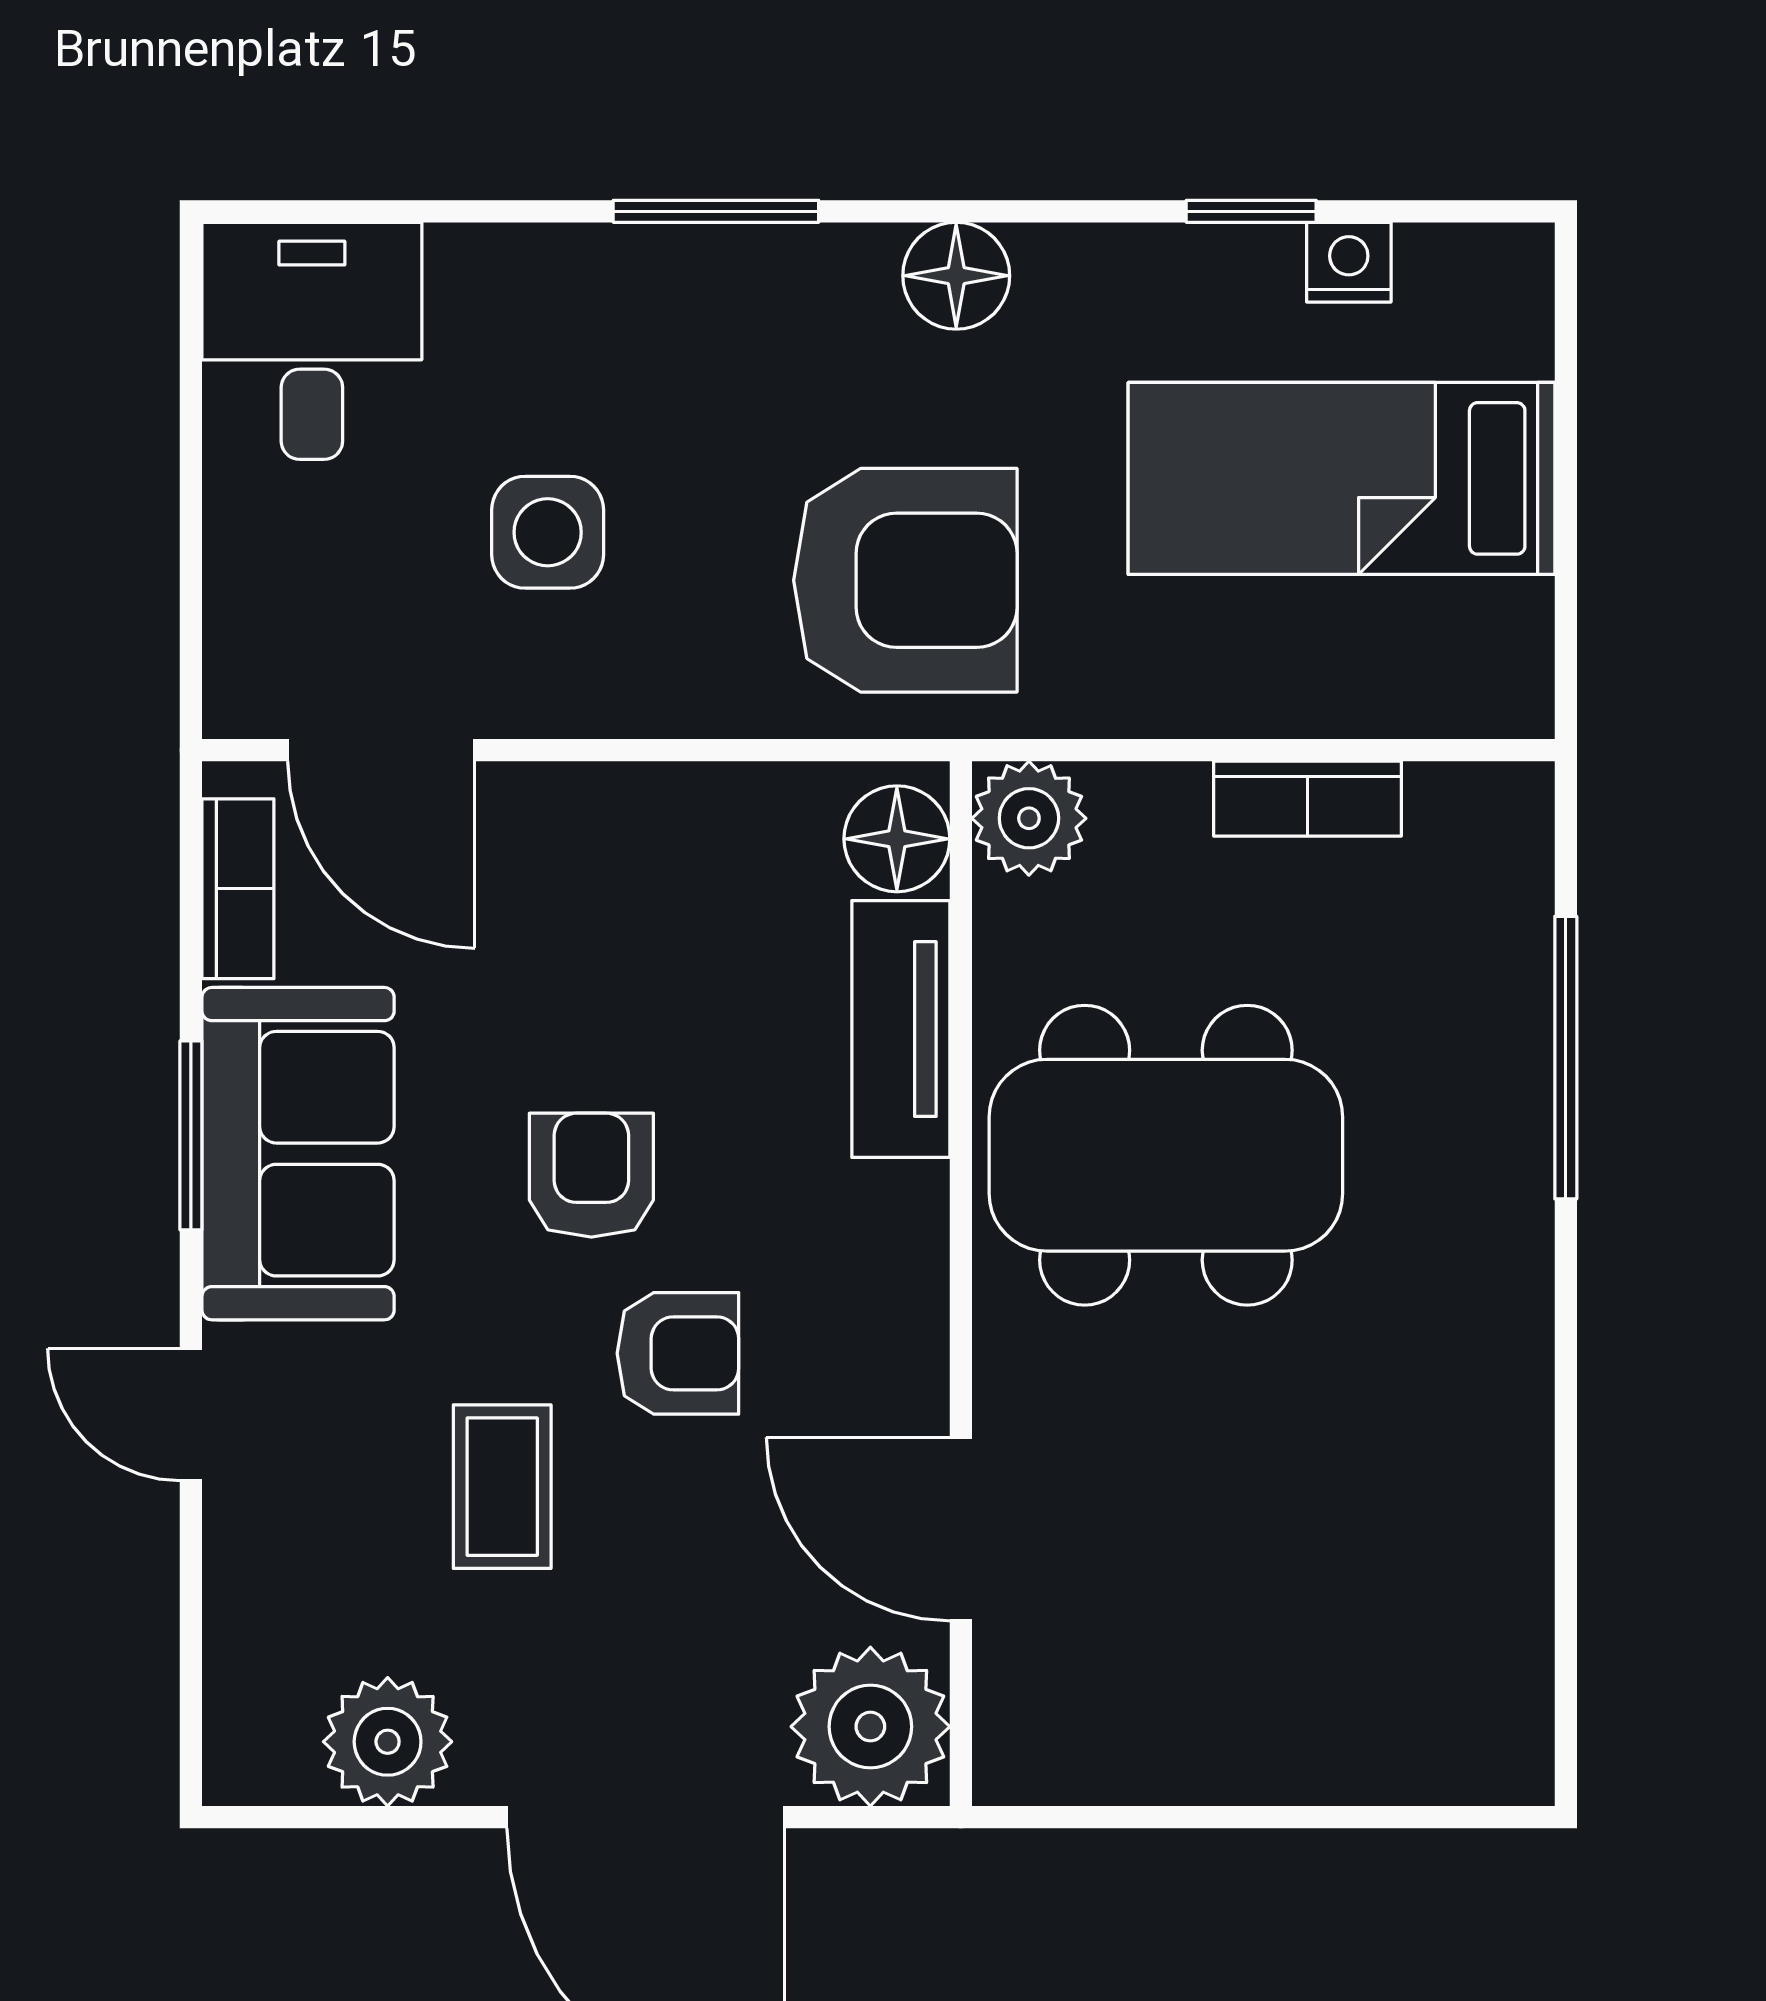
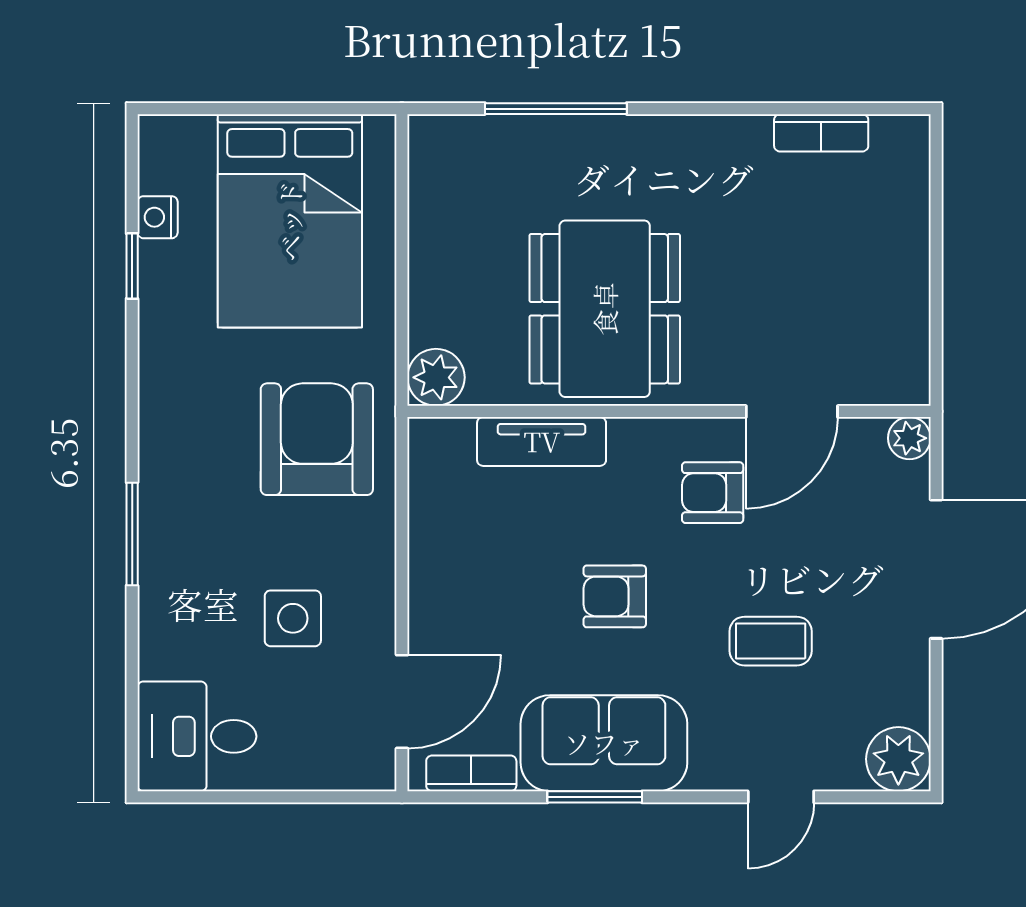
floor lamp: (956, 276) -> (164, 414), removed
bed: (1341, 478) -> (290, 221), width x1.50
bookcase: (1308, 799) -> (821, 133), moved, turned 90
floor lamp: (897, 839) -> (446, 443), removed
armchair: (678, 1353) -> (713, 493), moved, turned -90
door: (191, 1414) -> (781, 797), moved
plant: (870, 1727) -> (909, 438), width x0.53, depth x0.53
plant: (388, 1742) -> (898, 759), moved

